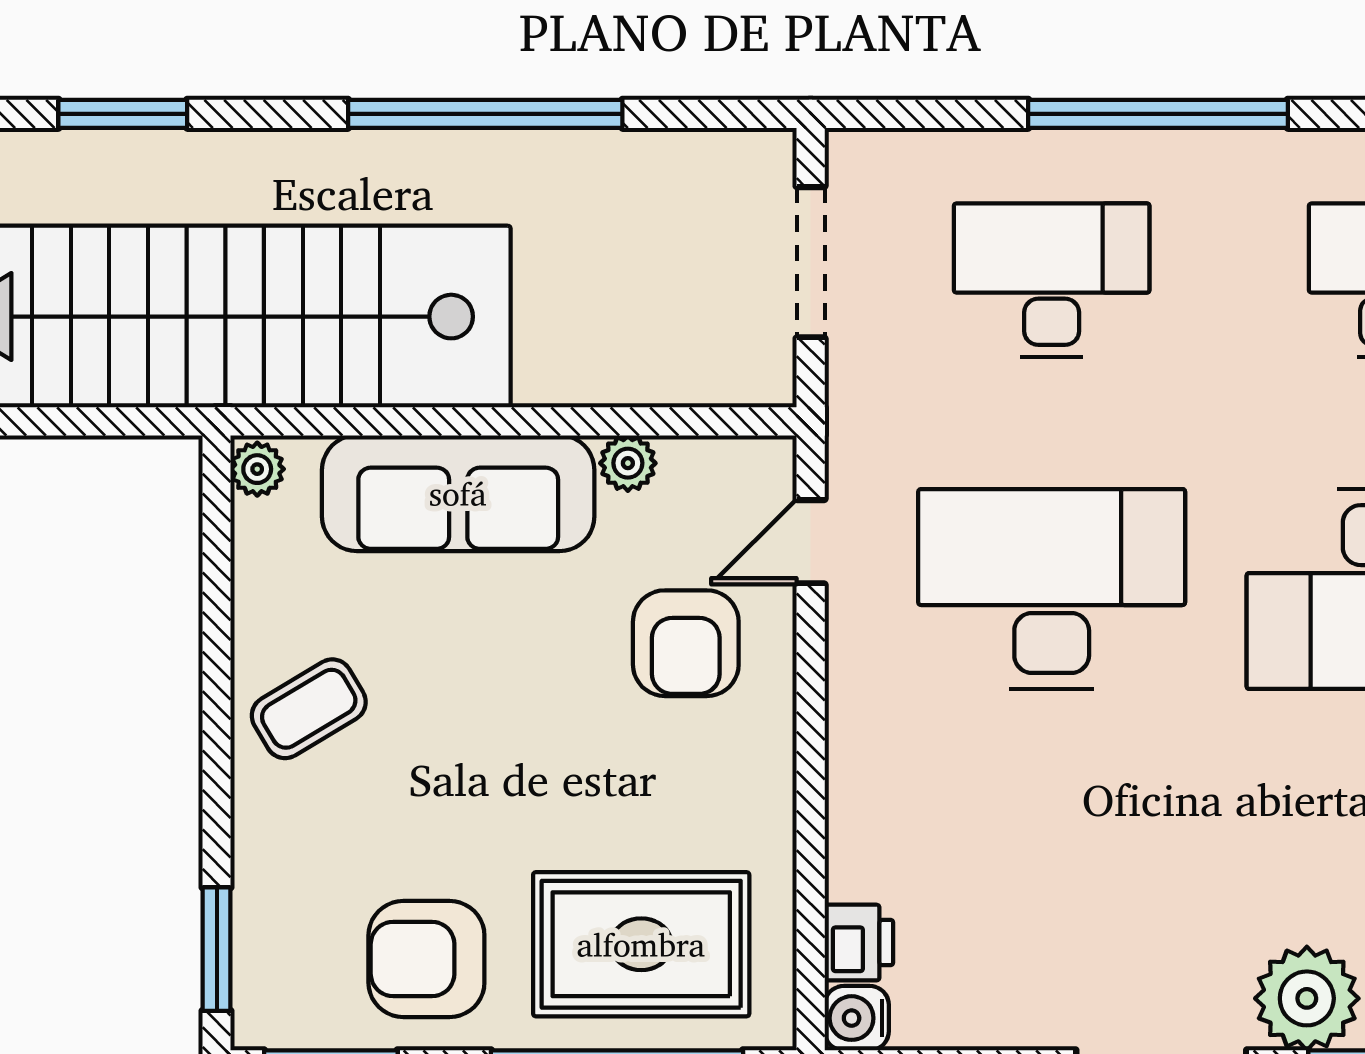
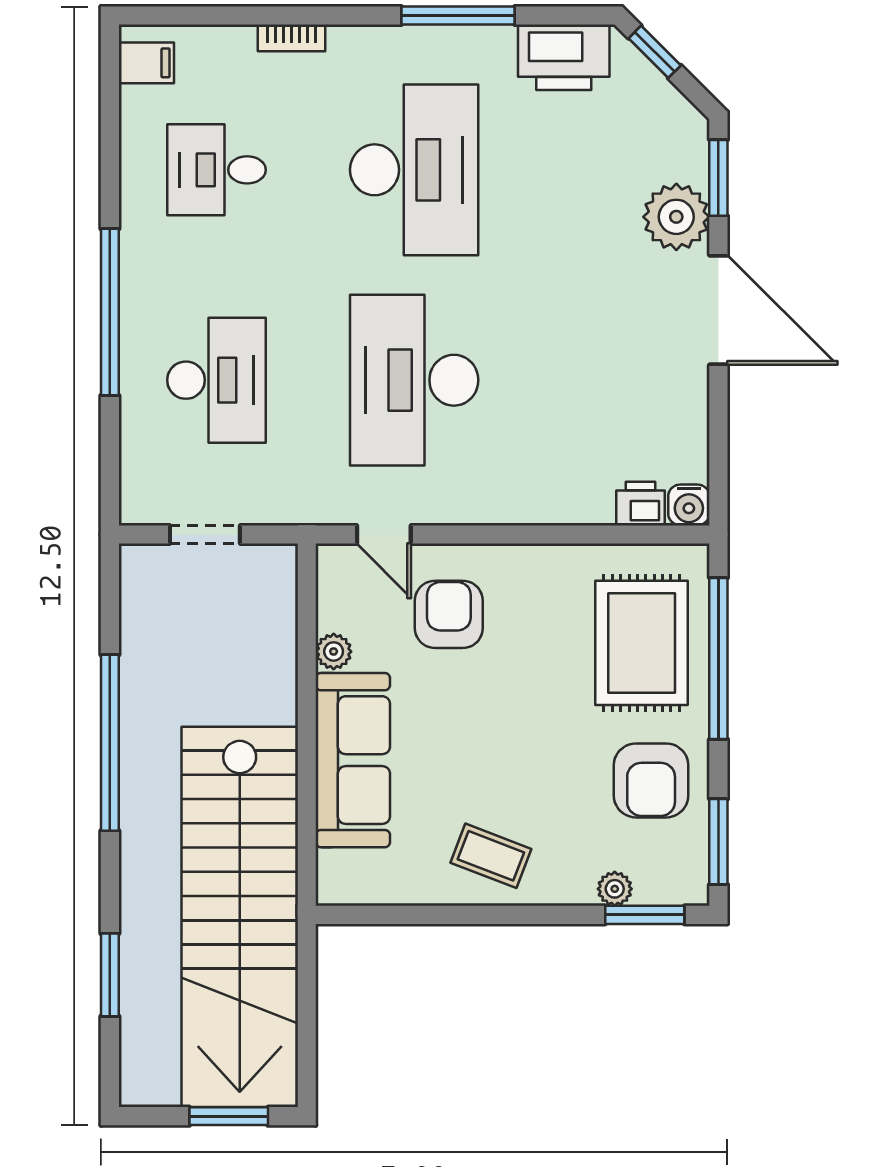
doorway: (811, 262) -> (205, 535), width x0.73
desk: (1052, 280) -> (217, 380), turned 180
plant: (257, 469) -> (615, 889), moved
armchair: (686, 643) -> (449, 614), turned -90
coffee table: (309, 709) -> (491, 856), turned -38

